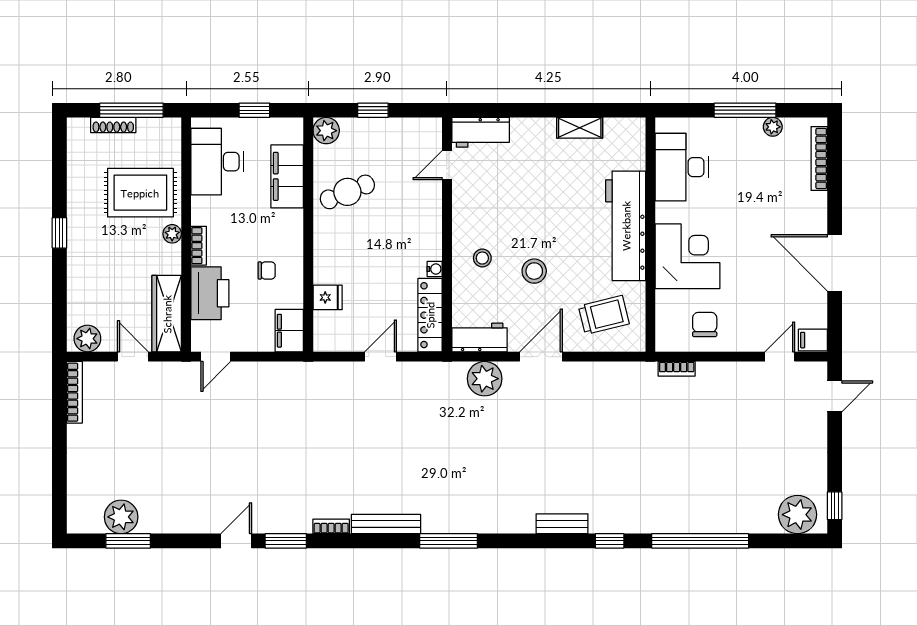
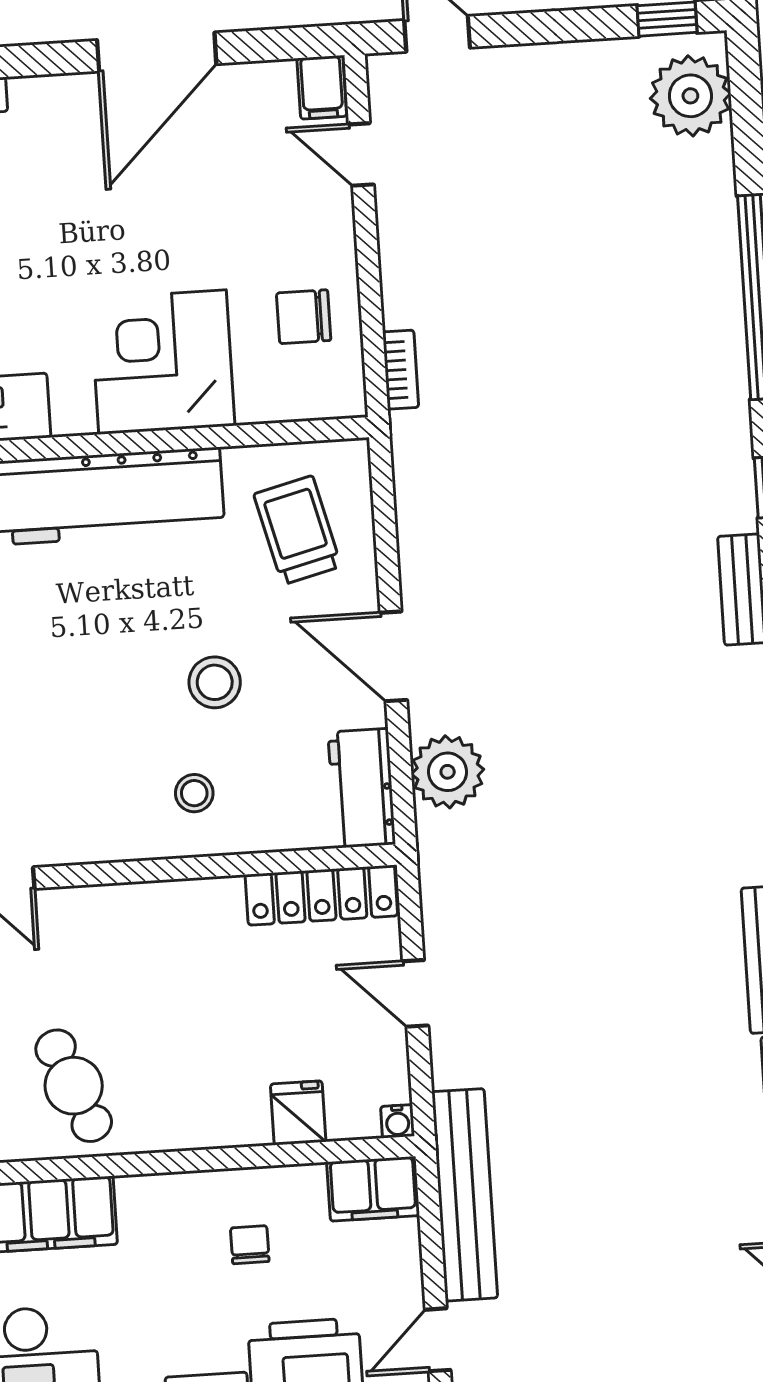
water cooler: (435, 269) -> (398, 1121), moved, turned 180
door: (216, 357) -> (438, 1340), swing flipped
bench: (284, 374) -> (465, 1195), added

